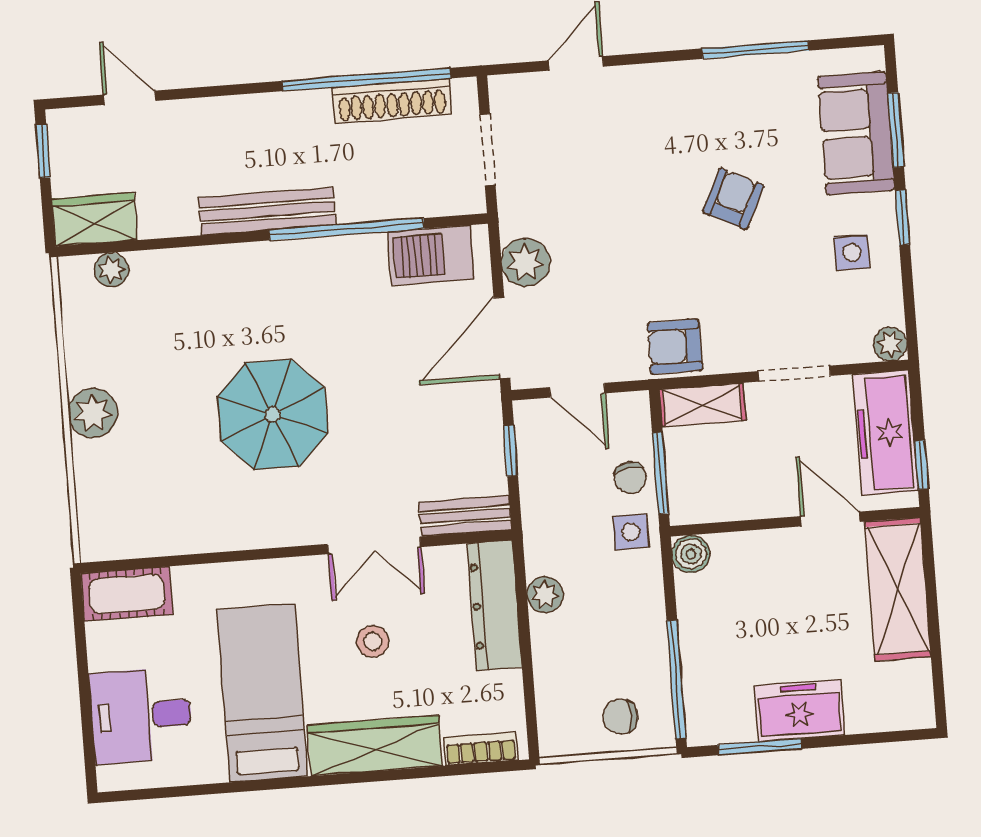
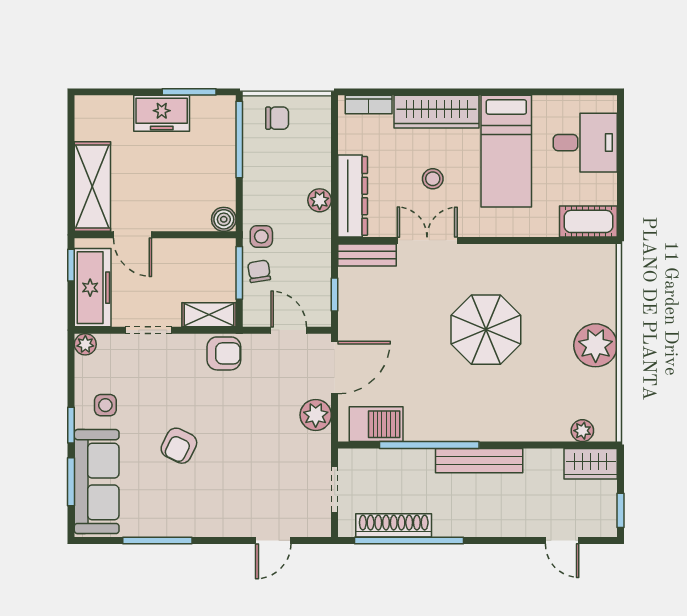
sofa: (856, 133) -> (97, 482), width x1.36
plant: (93, 413) -> (596, 345), width x1.36, depth x1.36

